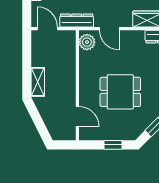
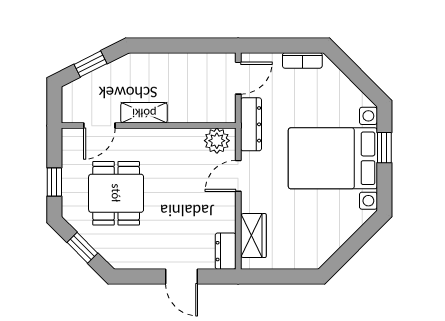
shelving: (38, 82) -> (144, 113), moved
dining table: (120, 92) -> (116, 193), moved
window: (38, 122) -> (91, 64), added

